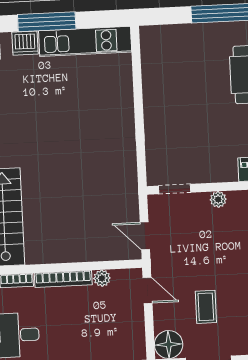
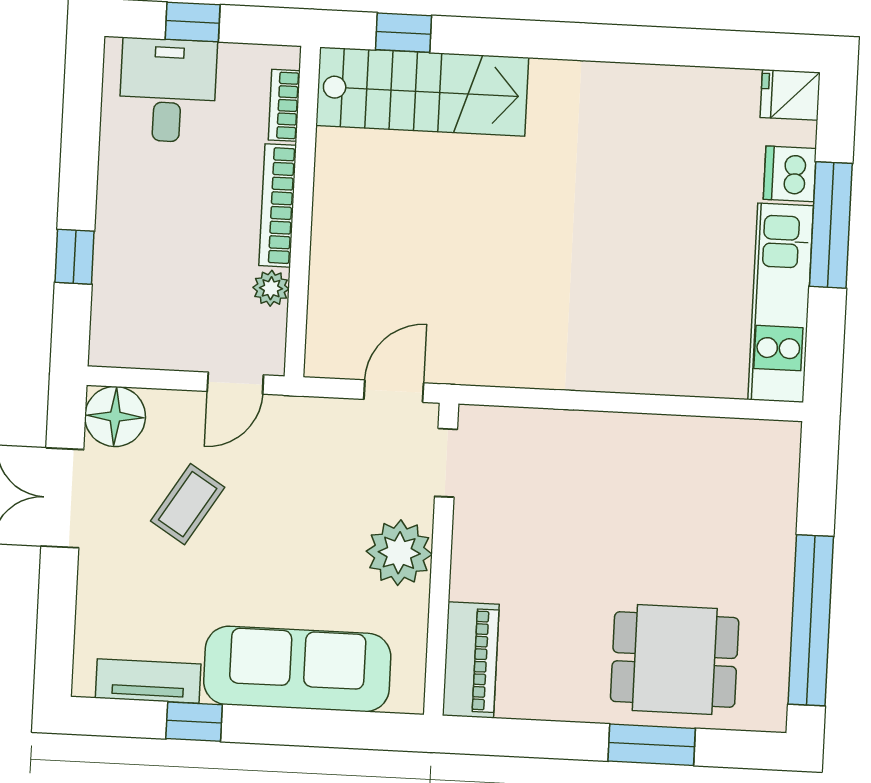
plant: (218, 199) -> (399, 553), width x1.88, depth x1.88
door: (145, 236) -> (394, 391), moved
coffee table: (206, 307) -> (188, 504), turned -58

